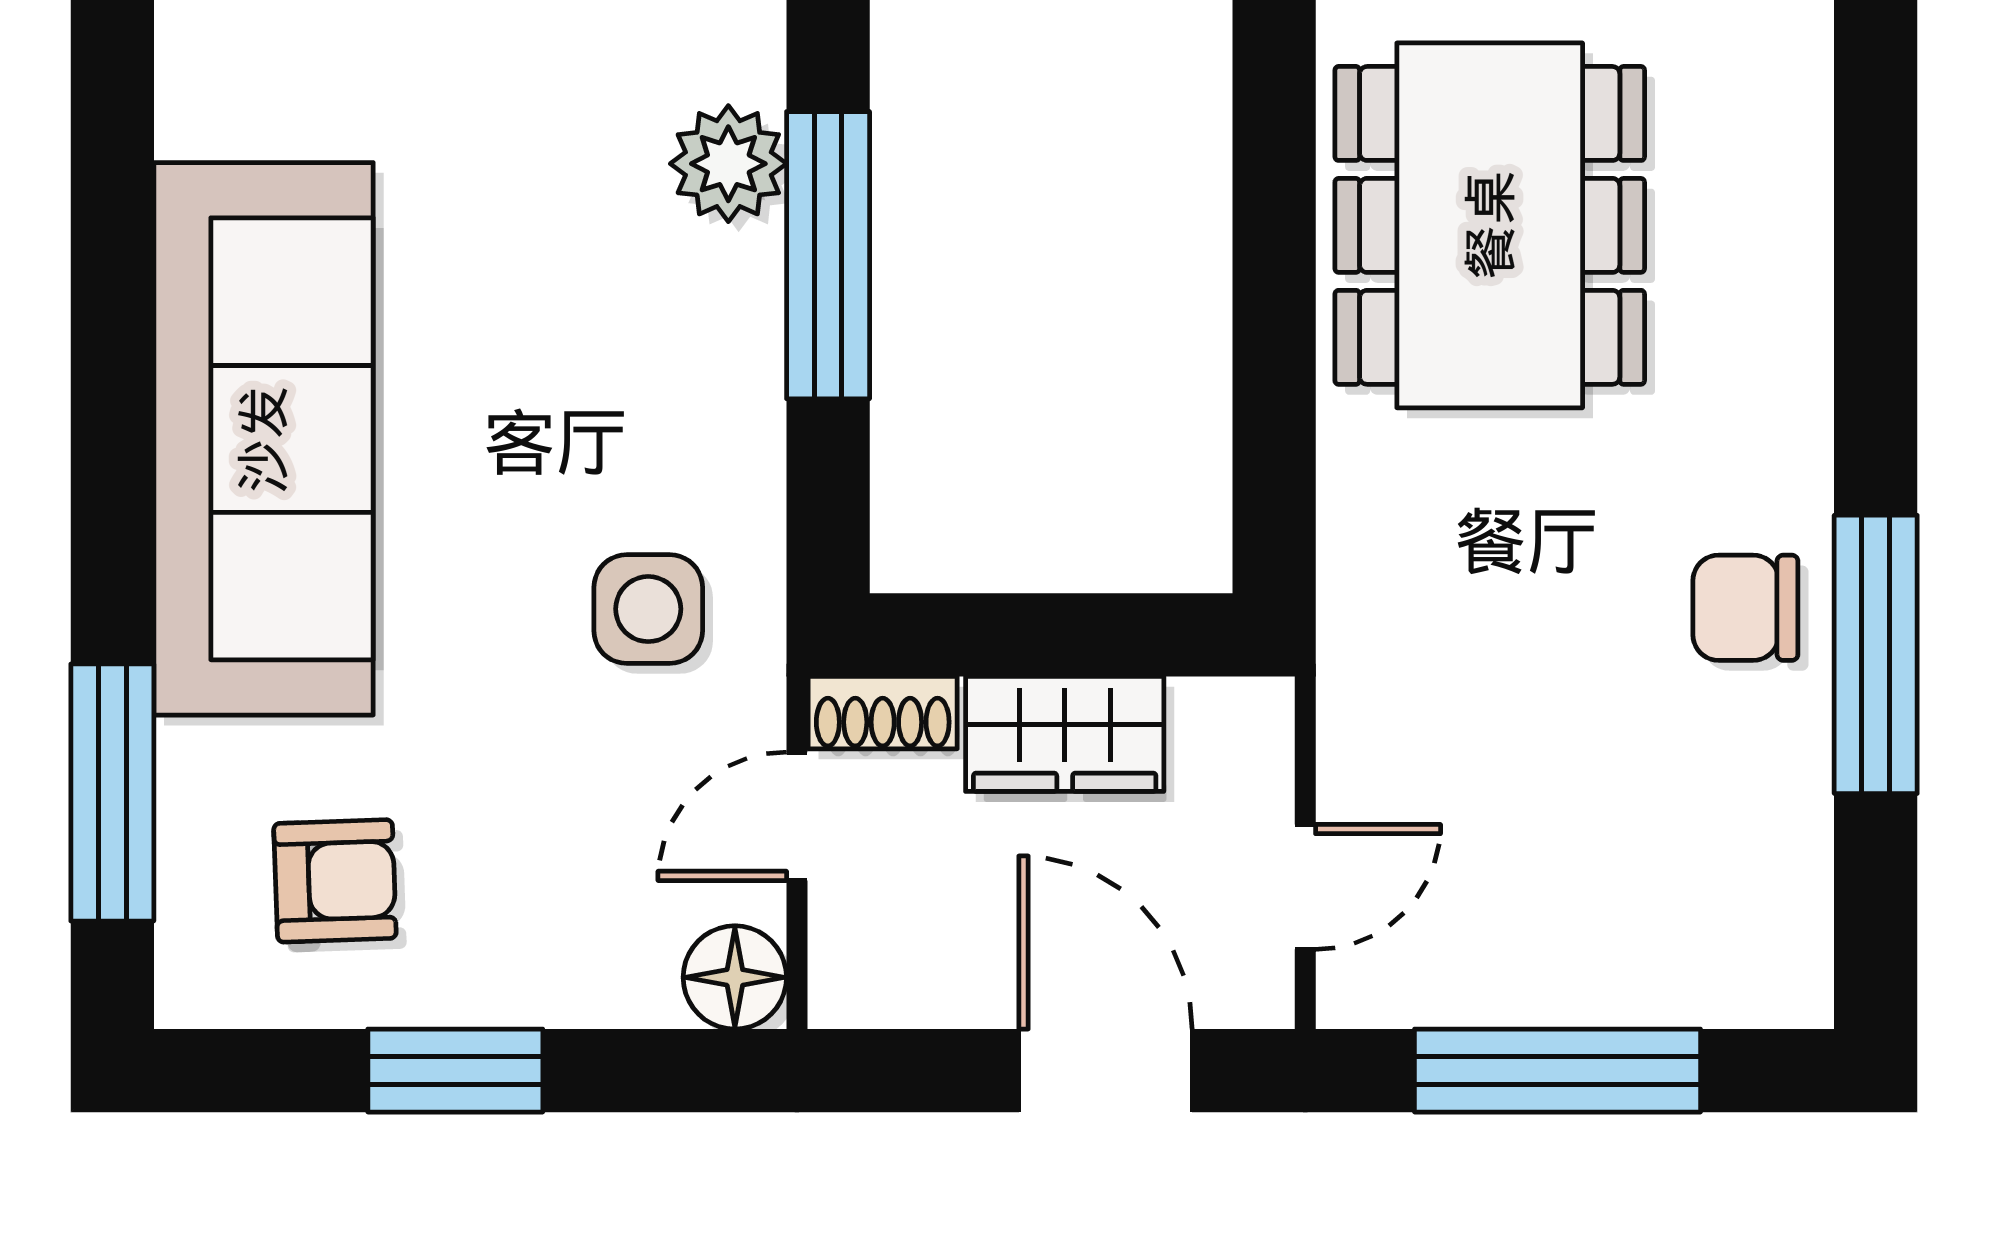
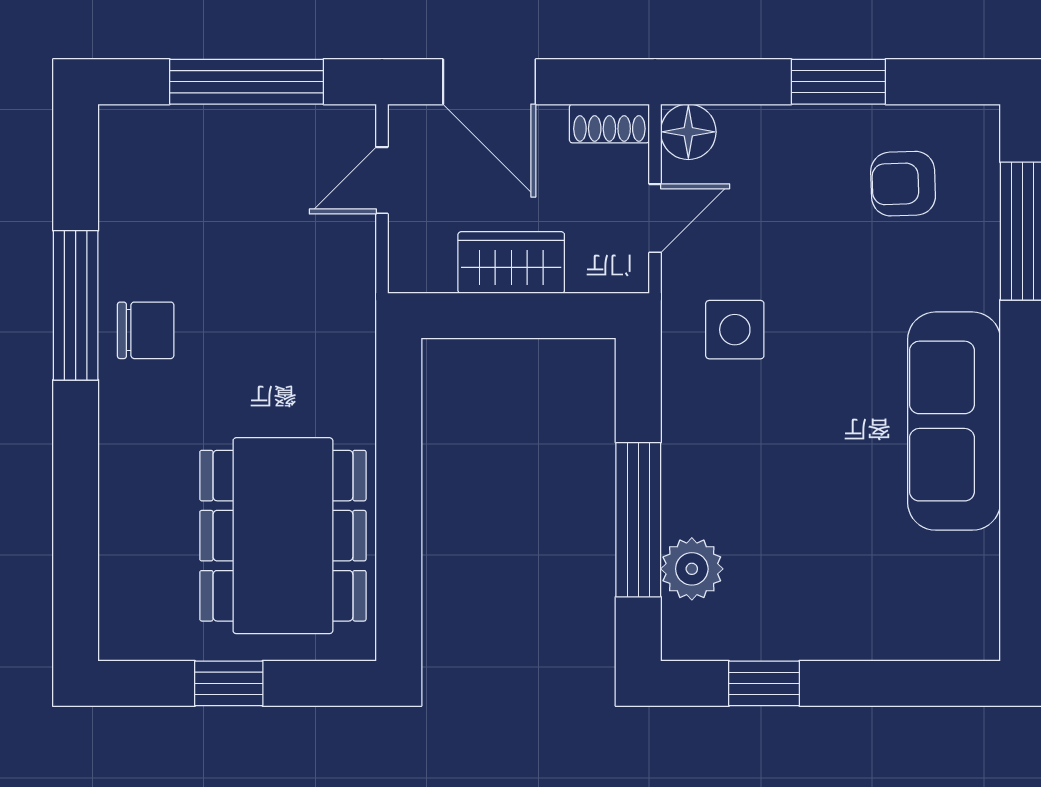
sofa: (263, 439) -> (954, 421), width x0.74, depth x0.79
shoe rack: (883, 713) -> (609, 123), moved, turned 180

